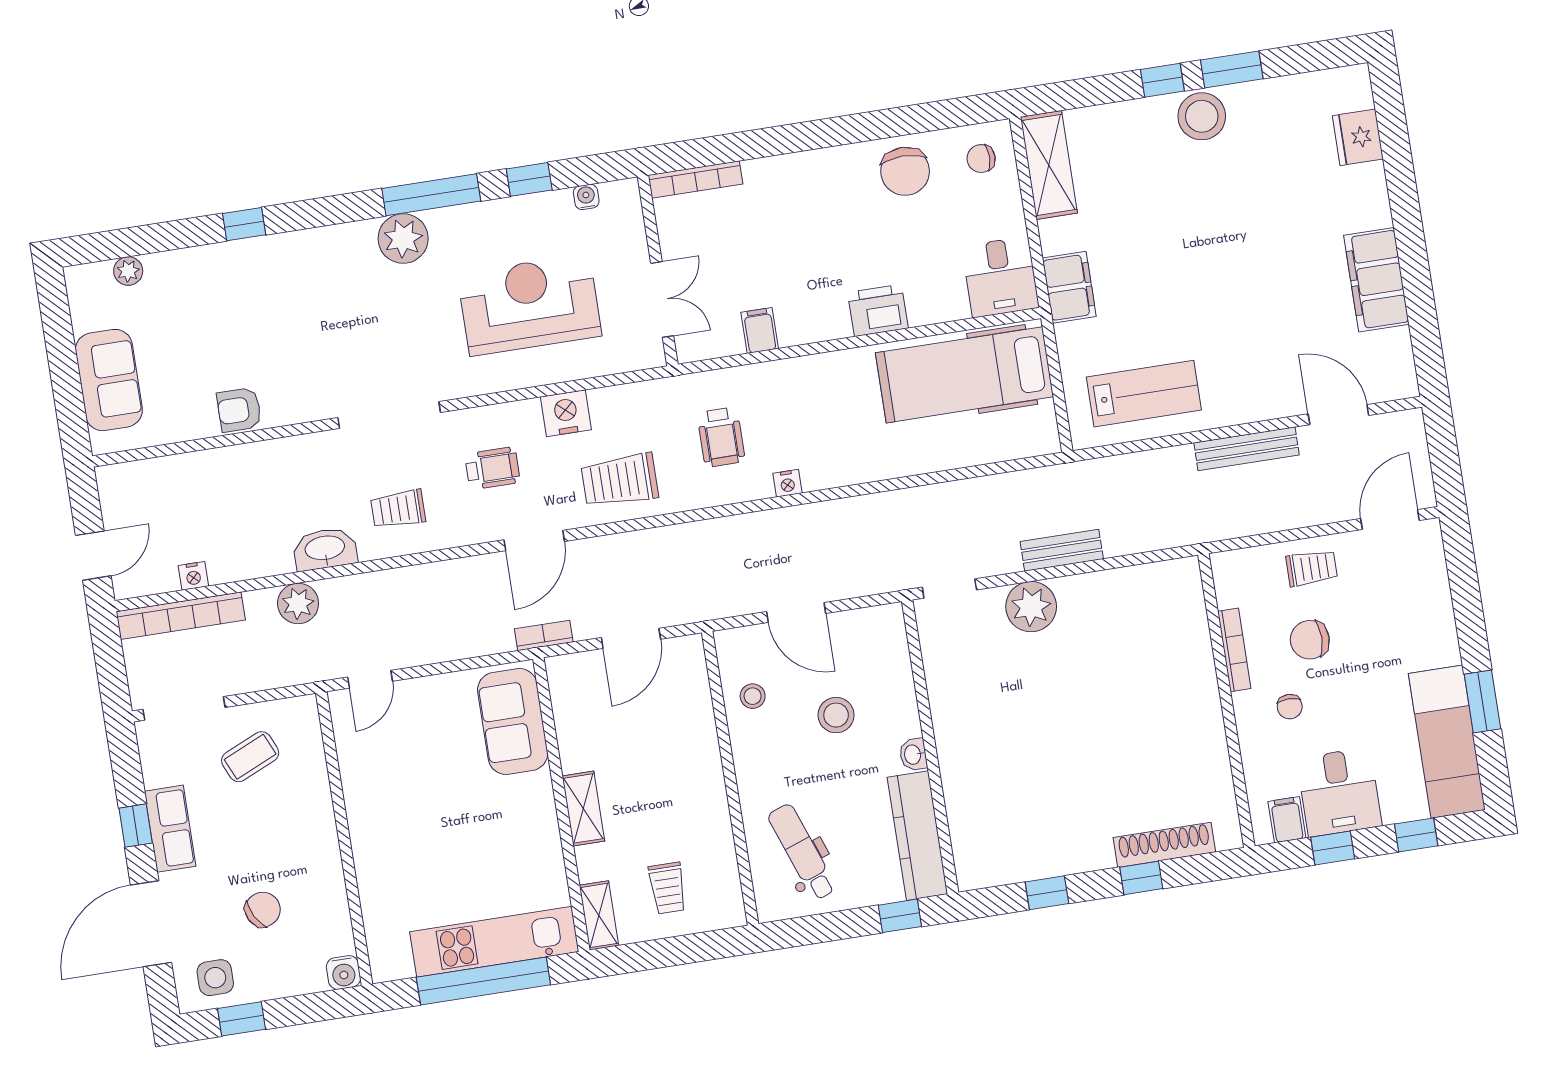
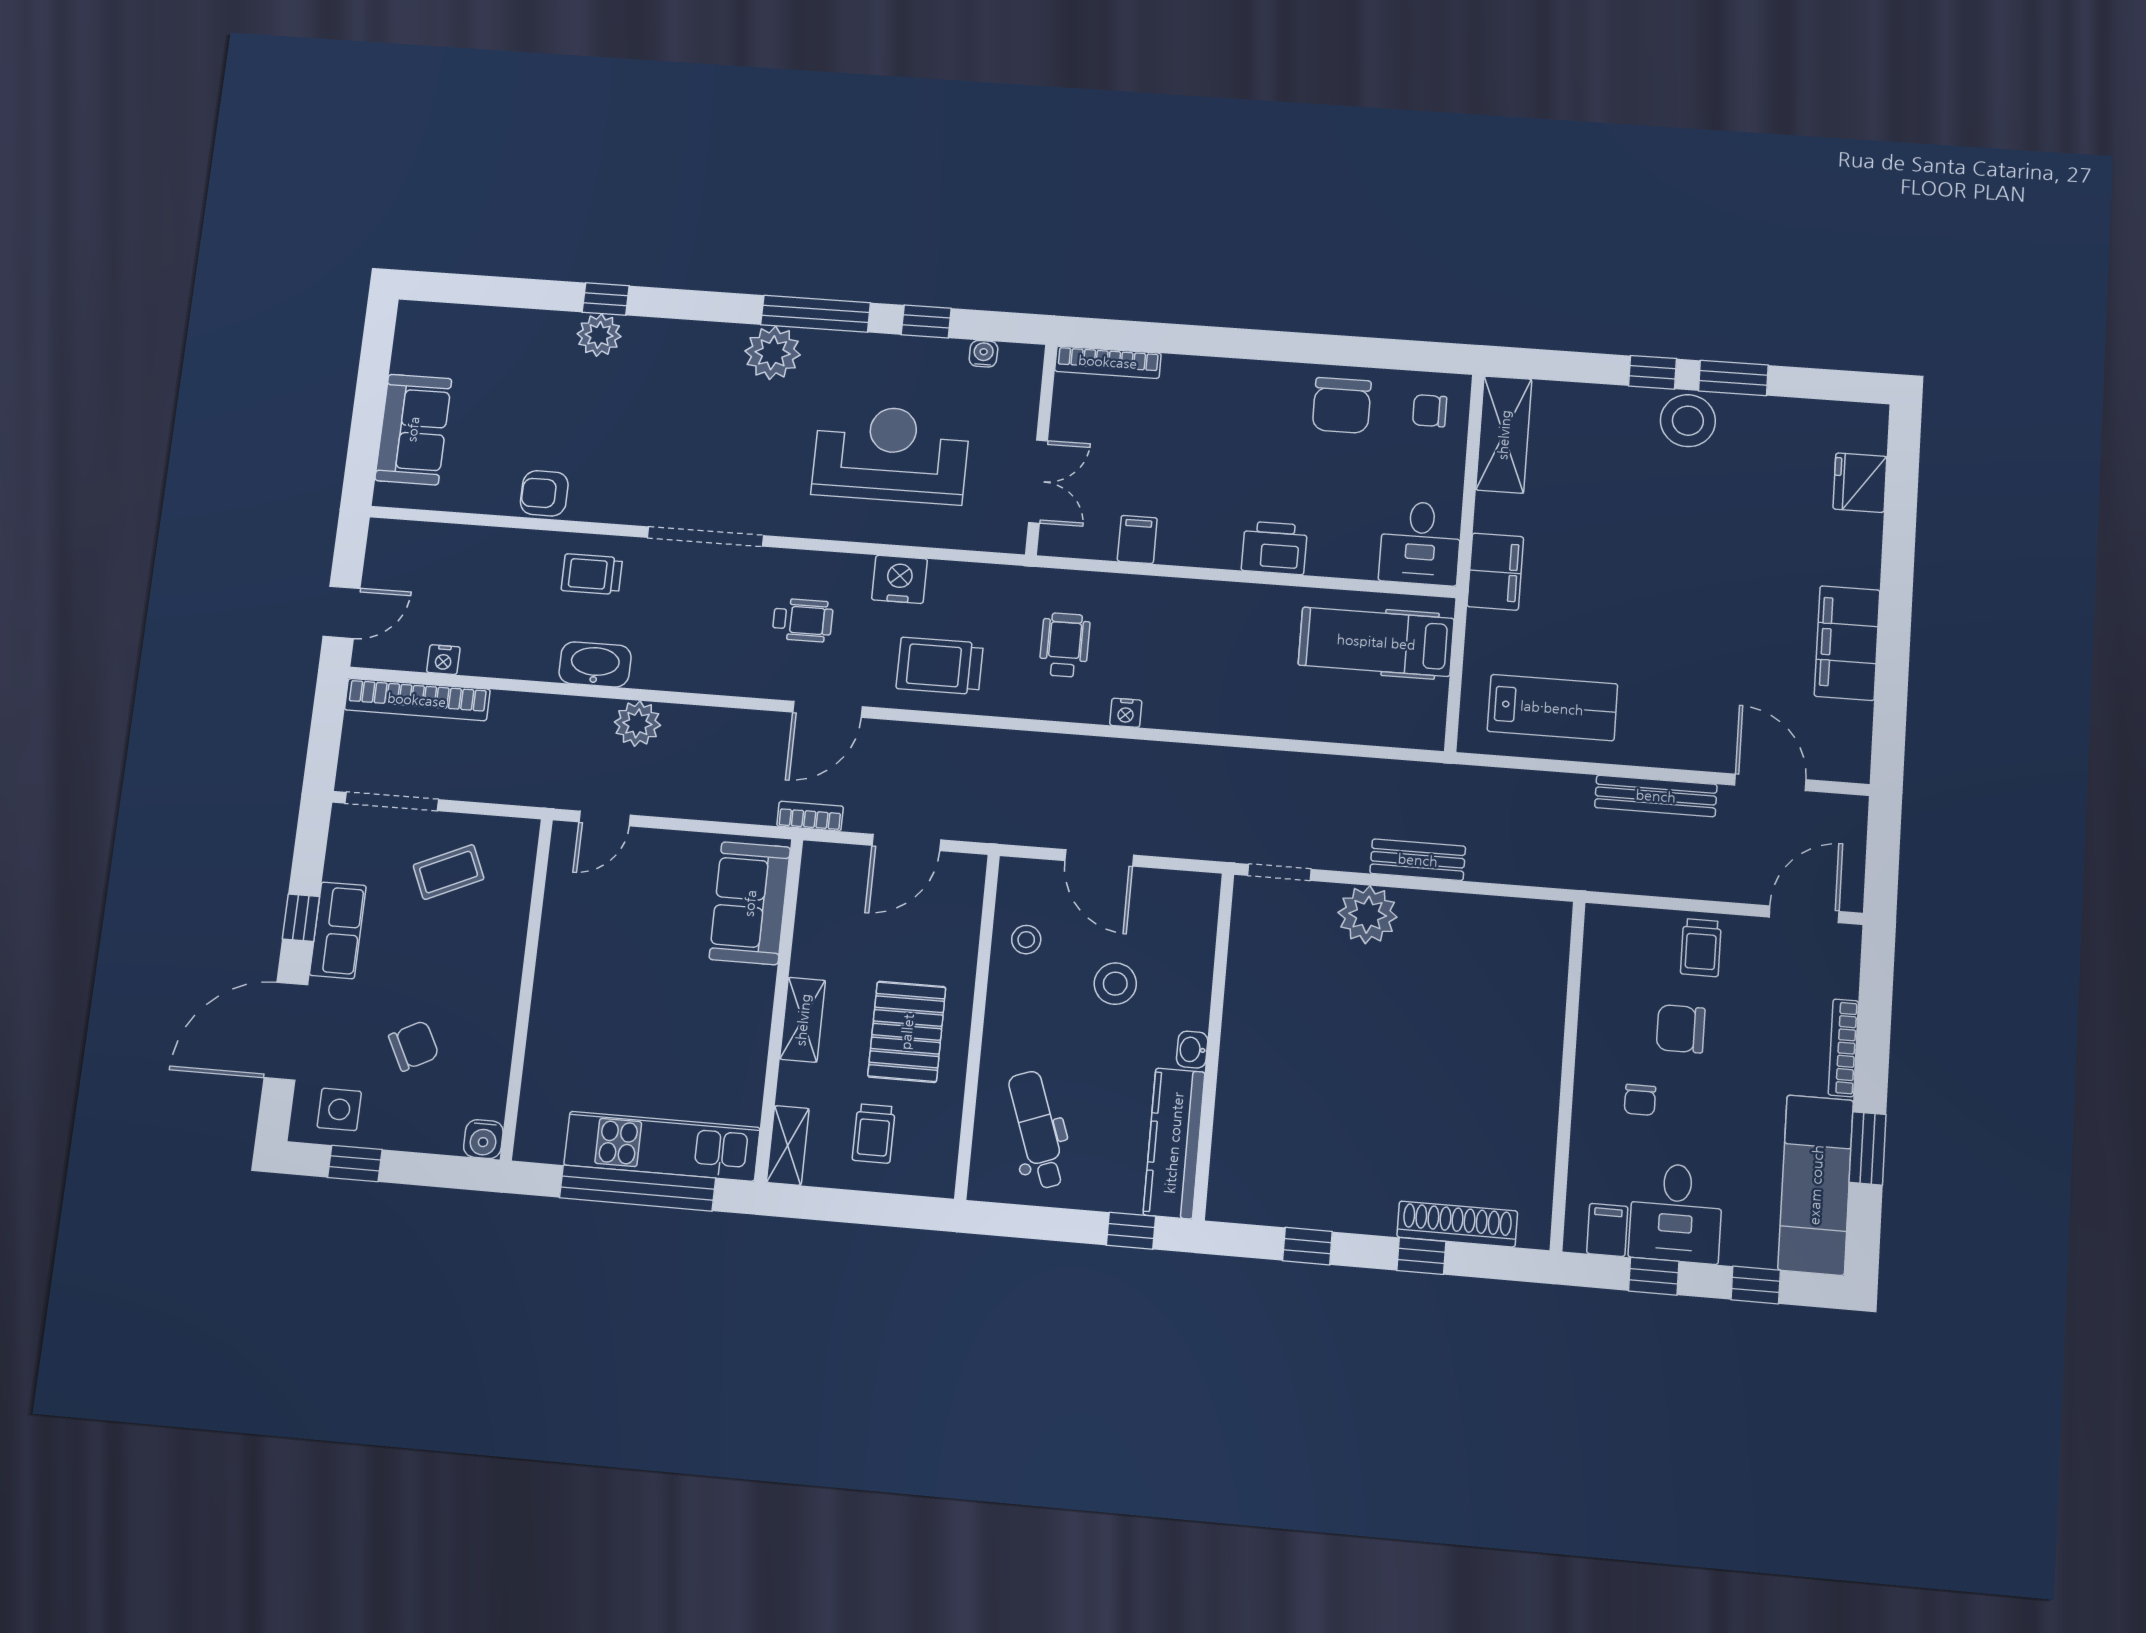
plant: (128, 271) -> (599, 335), moved, width x1.38, depth x1.38
hospital bed: (964, 375) -> (1376, 642), width x0.73, depth x0.78
wheelchair: (721, 437) -> (1065, 645), turned 180
trolley: (398, 509) -> (592, 574), moved
trolley: (1312, 568) -> (1701, 948), turned 90
plant: (298, 603) -> (637, 724), moved
bookcase: (1234, 650) -> (1843, 1048), moved, turned 180
pallet: (673, 797) -> (907, 1032), added

